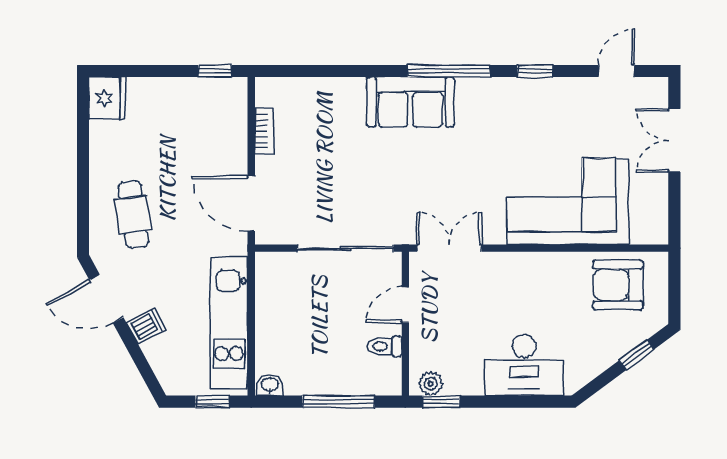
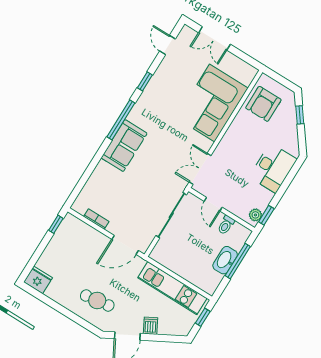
washbasin: (270, 385) -> (225, 260), moved, width x1.91, depth x1.45

